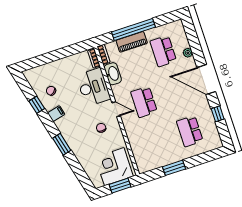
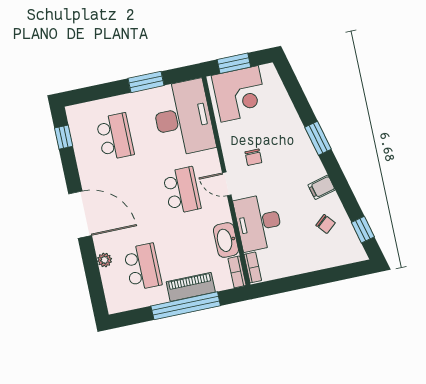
window: (37, 105) -> (363, 230), moved
window: (218, 114) -> (64, 137), moved
desk: (148, 148) -> (183, 118), added

